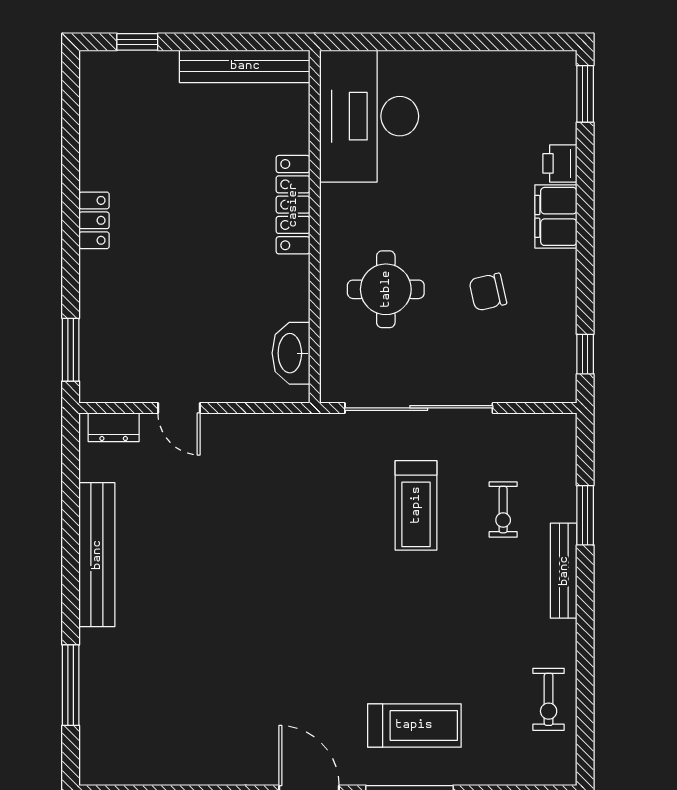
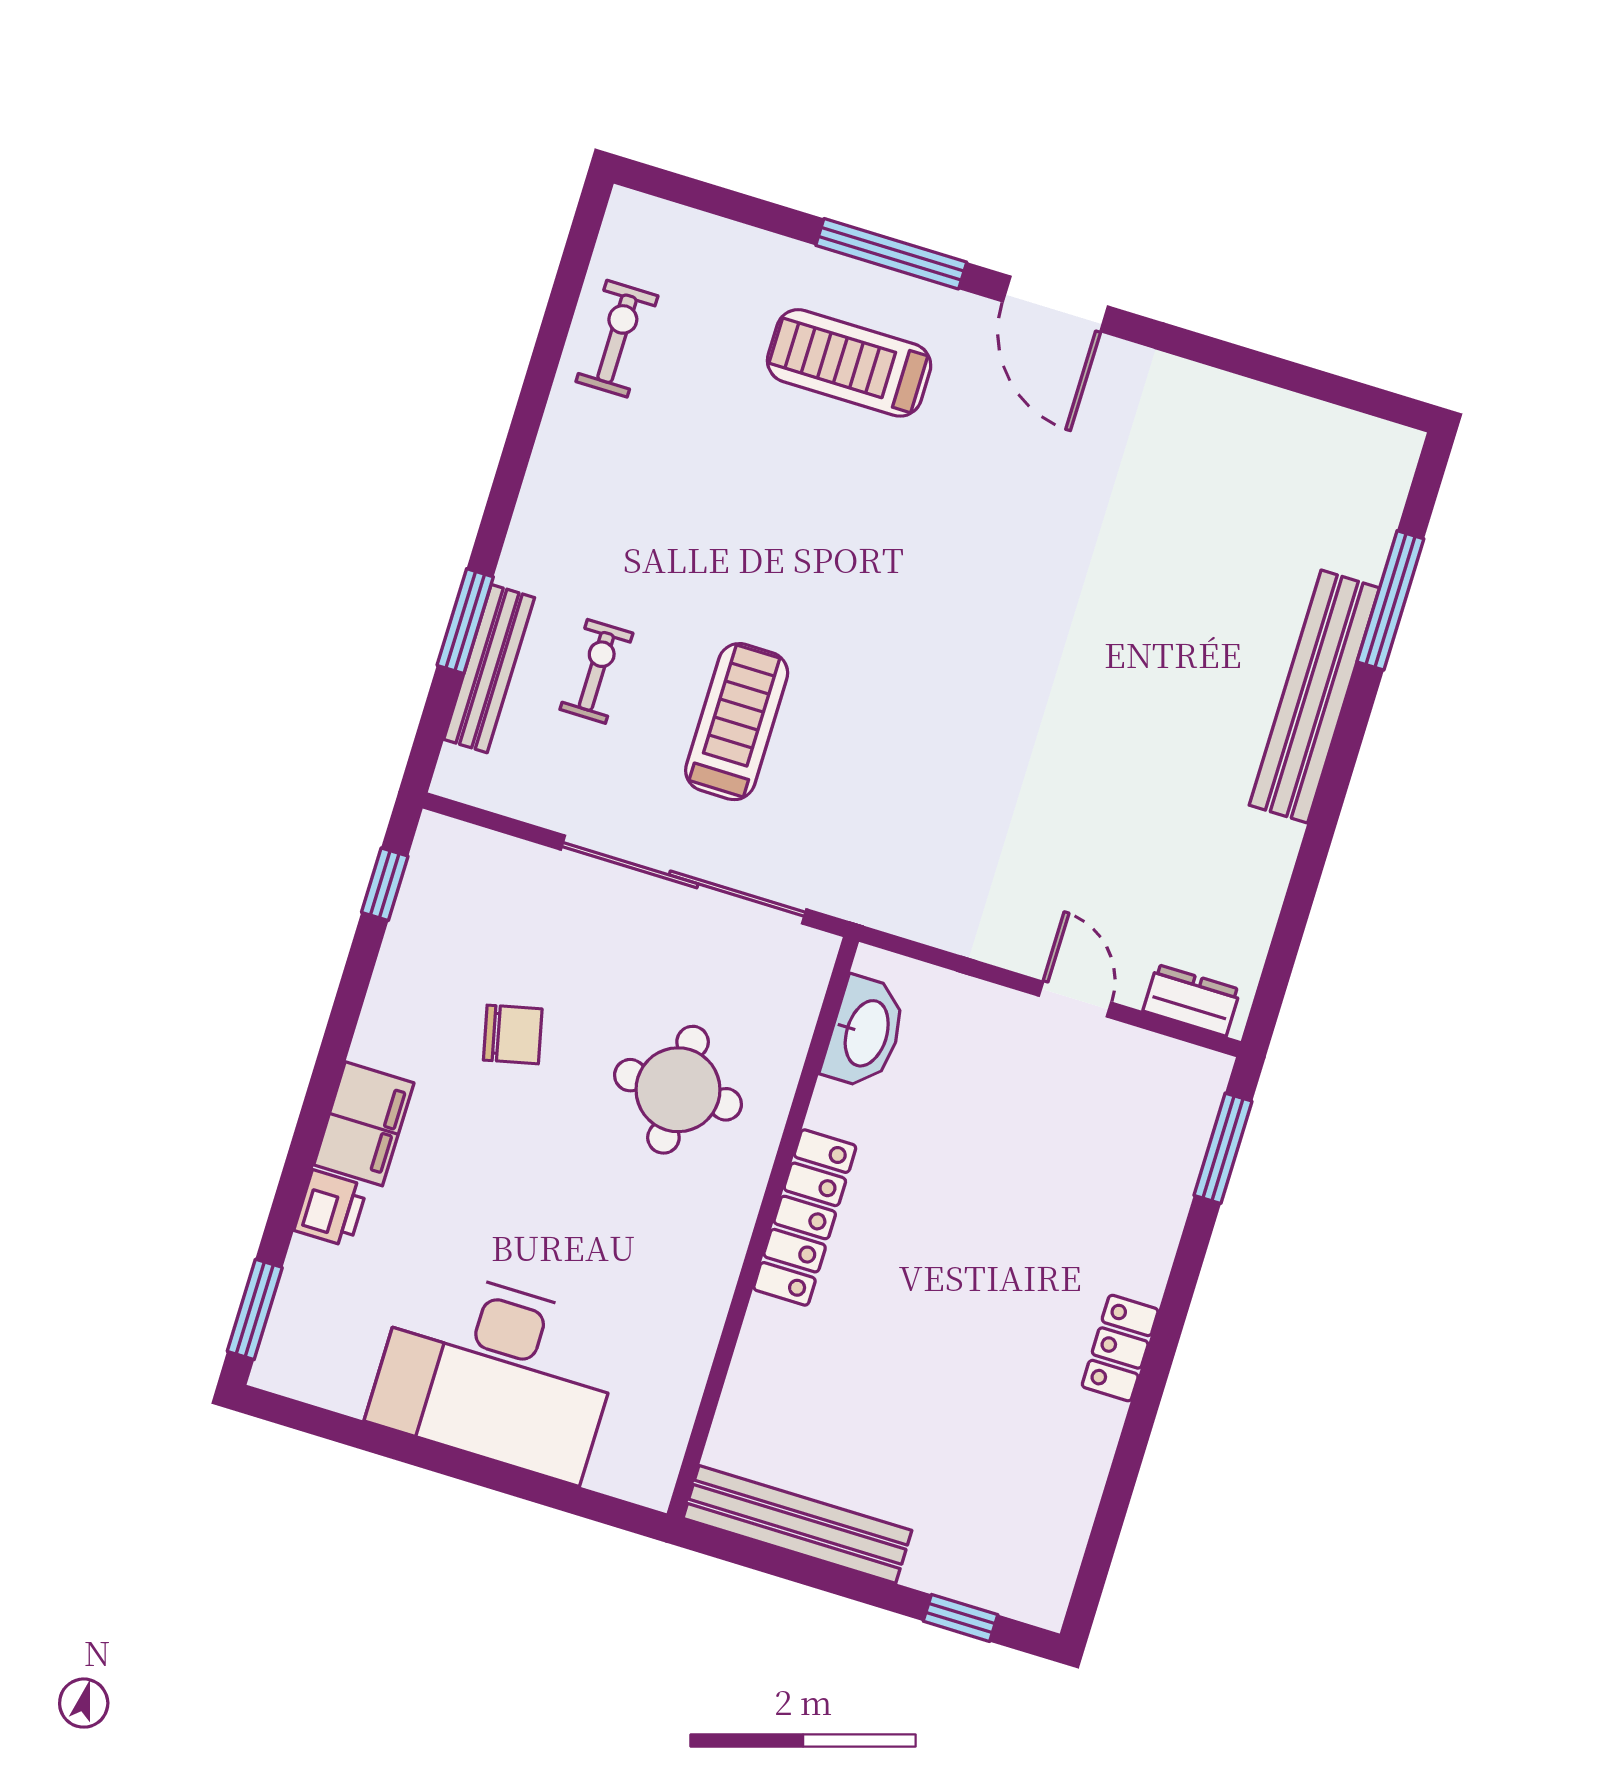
desk: (369, 116) -> (496, 1373), moved, turned 90
locker: (293, 205) -> (805, 1218), moved
bench: (97, 555) -> (1314, 696), moved
bench: (564, 571) -> (489, 669), moved

